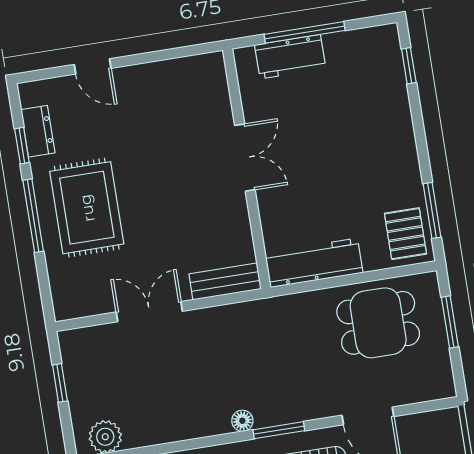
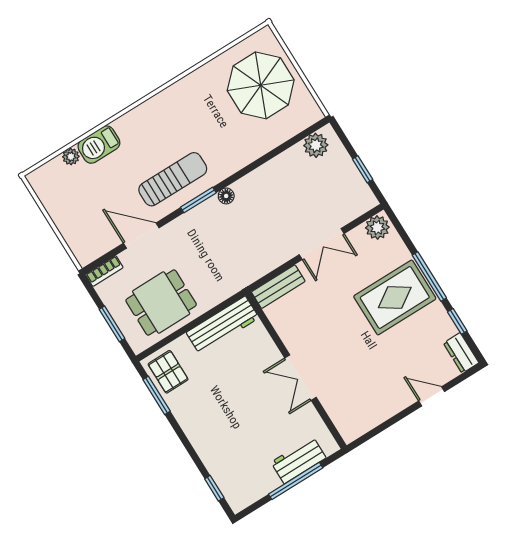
dresser: (38, 131) -> (461, 353), moved
rug: (87, 208) -> (395, 297), turned 90
plant: (72, 303) -> (377, 228), added
bookcase: (432, 391) -> (104, 271), added

